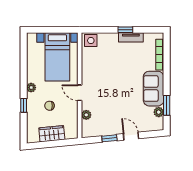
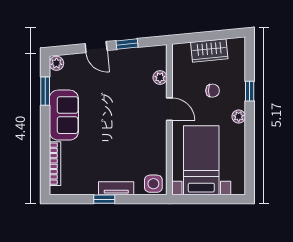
tv unit: (131, 37) -> (116, 188), moved
plant: (159, 112) -> (56, 63), moved

